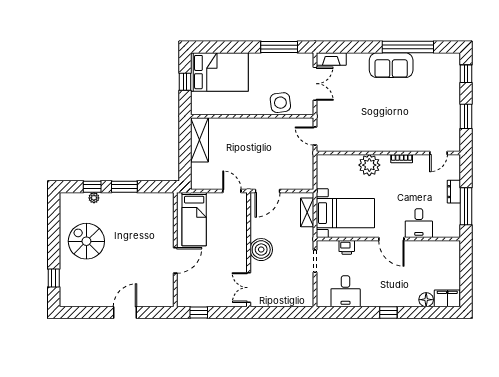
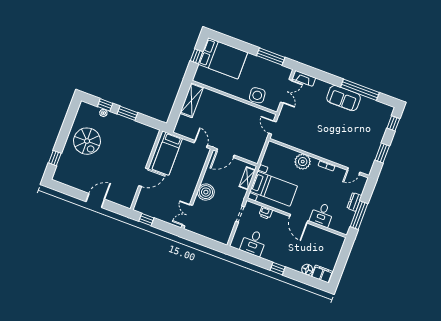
spiral stairs: (86, 241) -> (87, 141), turned 180

